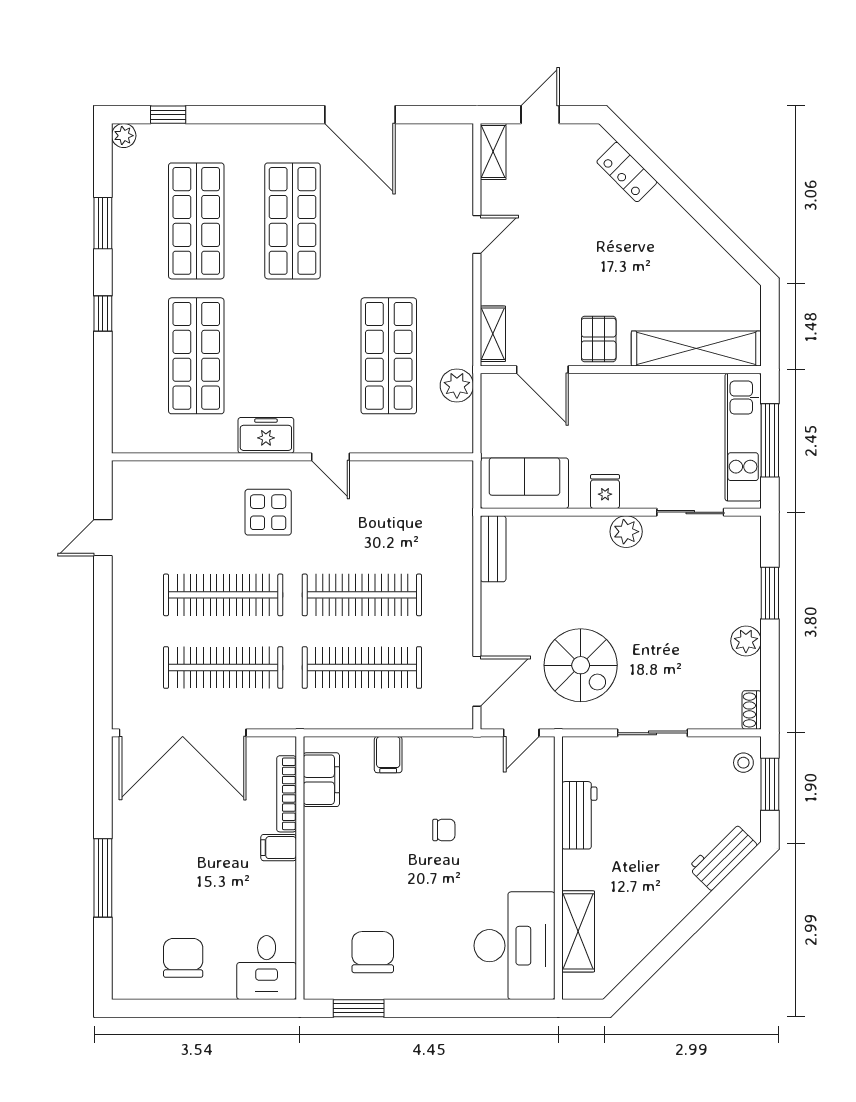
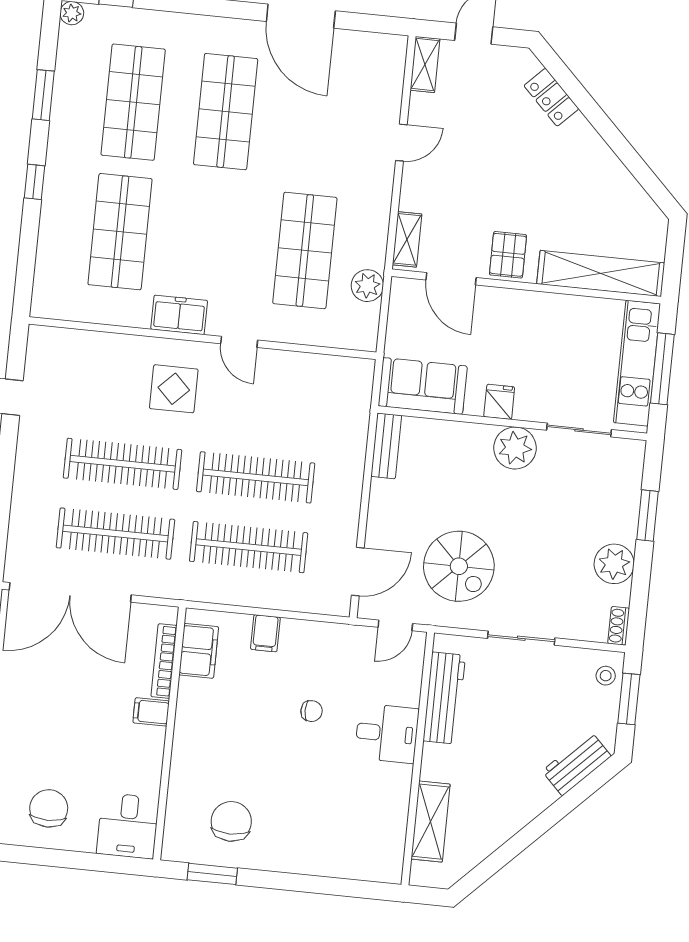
plant: (626, 532) -> (515, 448), width x1.36, depth x1.36
plant: (746, 641) -> (614, 564), width x1.36, depth x1.36
workbench: (579, 815) -> (444, 698), width x1.37
desk: (514, 946) -> (387, 733), moved, width x0.53, depth x0.77

